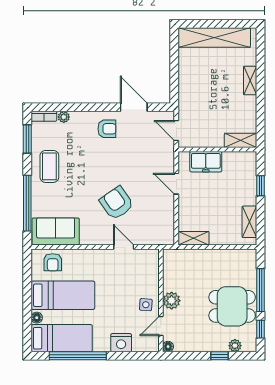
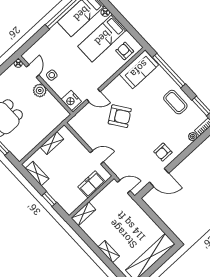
shelving: (194, 238) -> (52, 143), moved
nightstand: (121, 343) -> (71, 100), moved, turned -90

